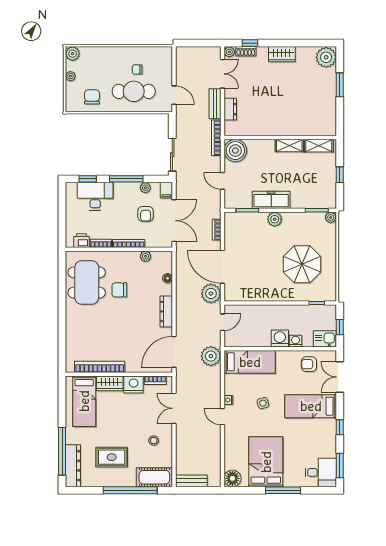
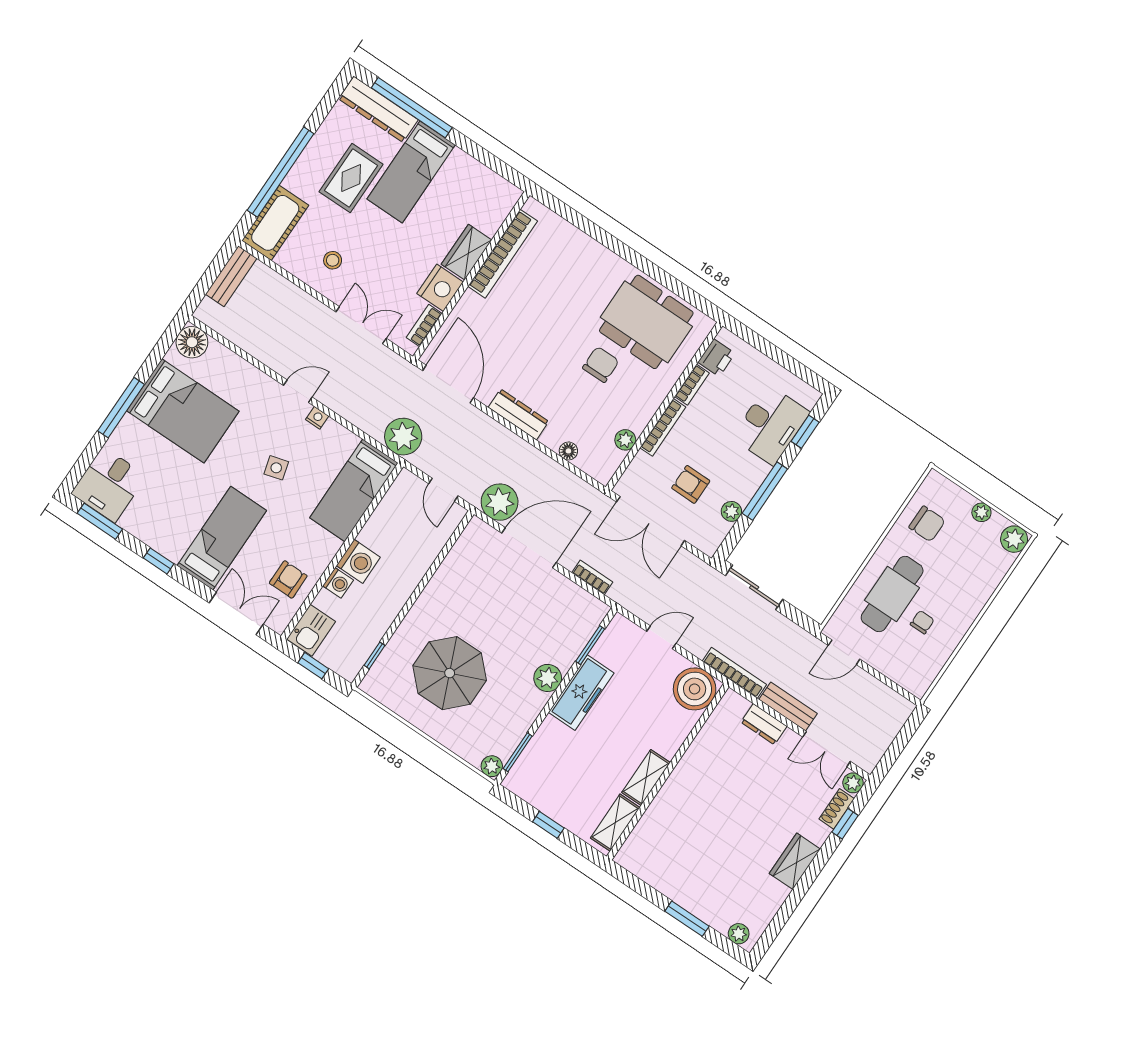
plant: (326, 57) -> (739, 934), width x0.53, depth x0.53
filing cabinet: (166, 190) -> (705, 541), removed
bed: (84, 401) -> (411, 172), moved, turned -90

